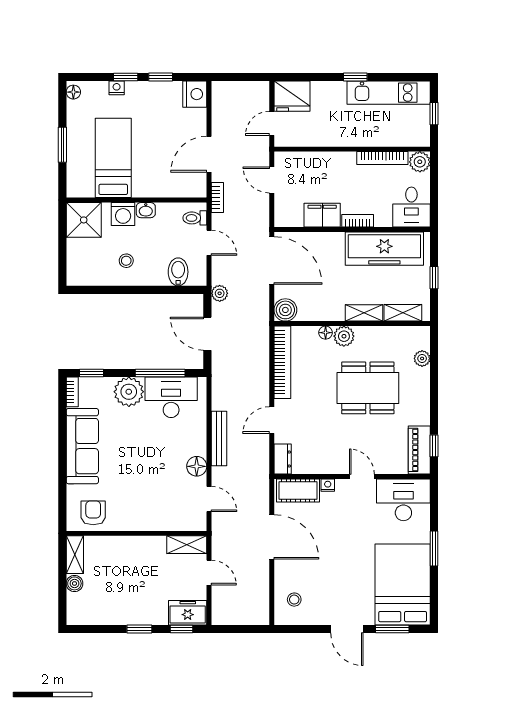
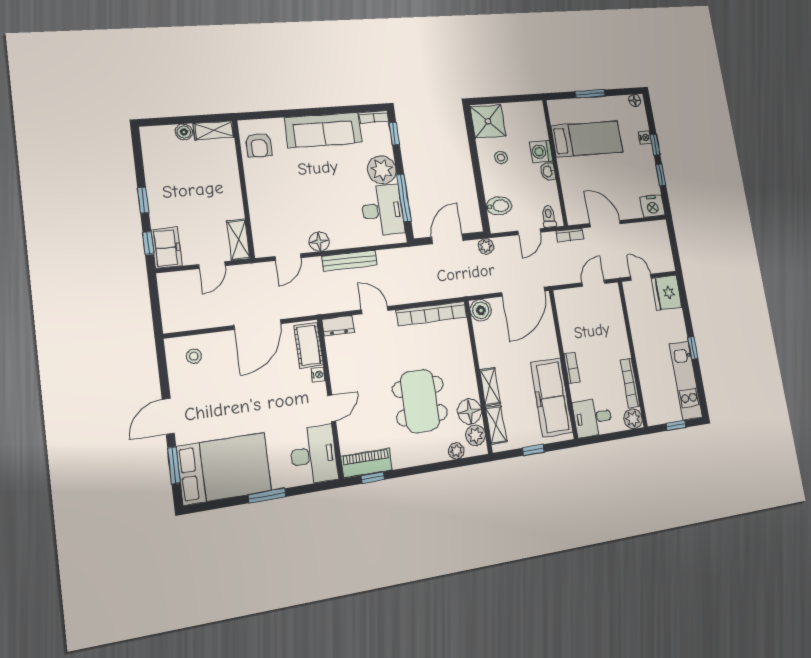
filing cabinet: (322, 215) -> (571, 334), removed
shower: (84, 220) -> (488, 121), moved
floor lamp: (326, 333) -> (470, 411), moved, width x1.89, depth x1.89
plant: (344, 336) -> (475, 435), moved
armchair: (93, 513) -> (259, 145), turned 90

